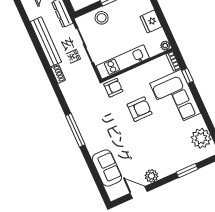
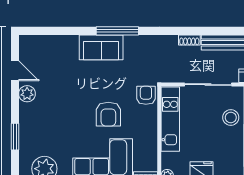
armchair: (113, 88) -> (146, 95), turned 180
sofa: (107, 168) -> (101, 47), moved
door: (139, 192) -> (15, 71), hinge flipped

